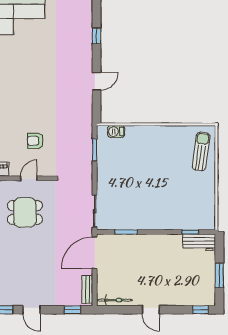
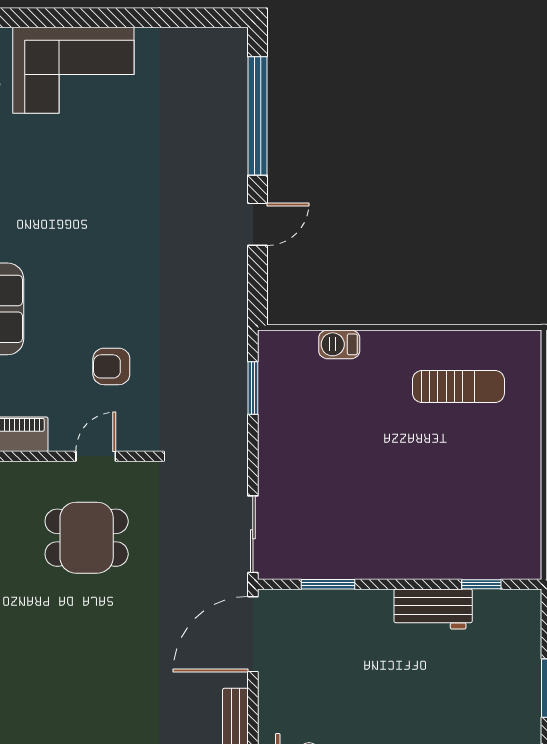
window: (97, 36) -> (258, 116), width x3.17
barbecue: (116, 132) -> (339, 344), moved
sun lounger: (201, 151) -> (458, 386), moved, turned 82
workbench: (199, 242) -> (433, 609), moved

